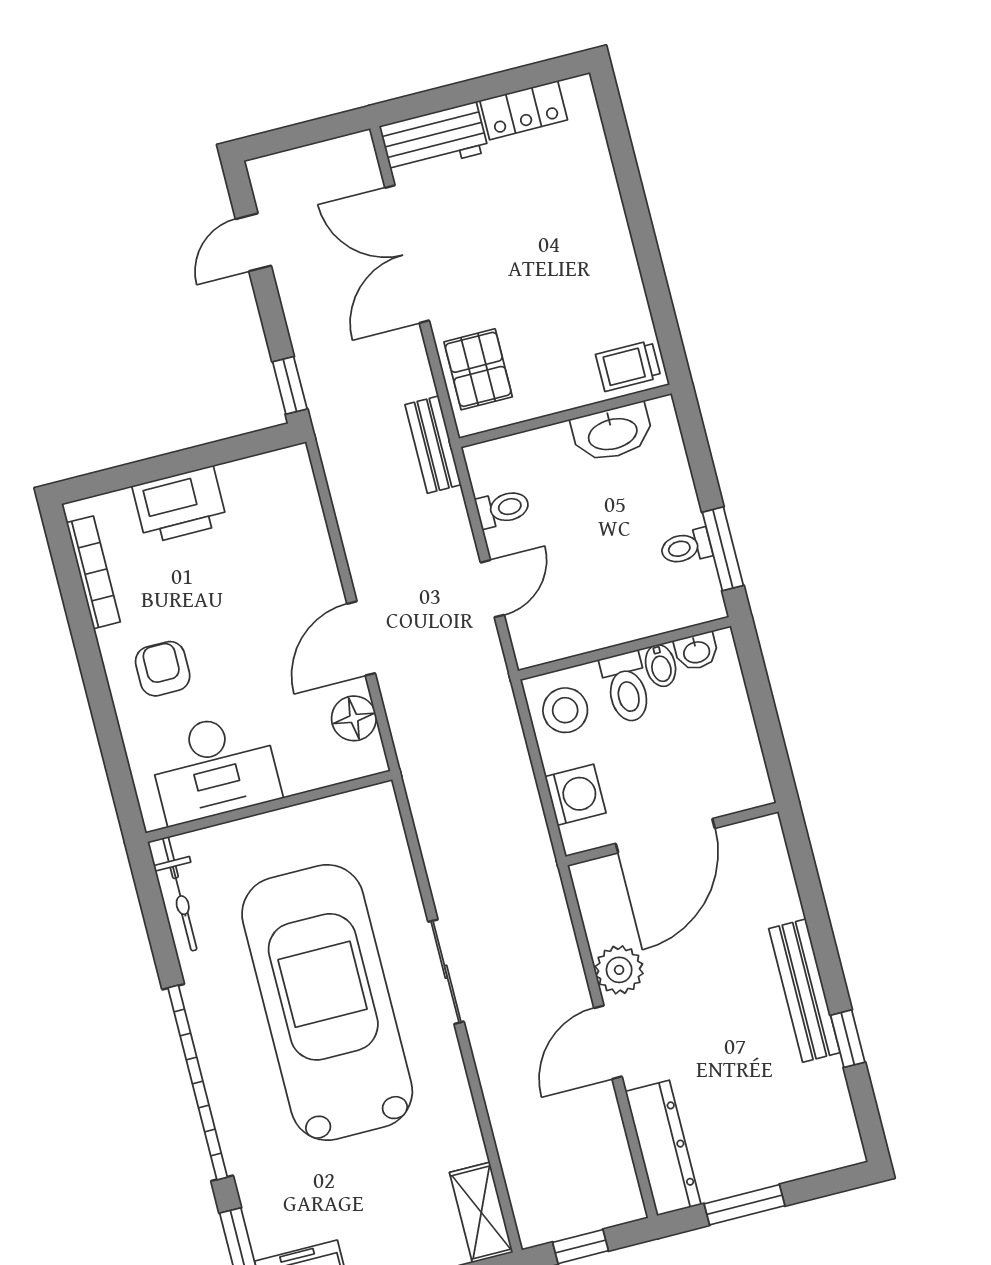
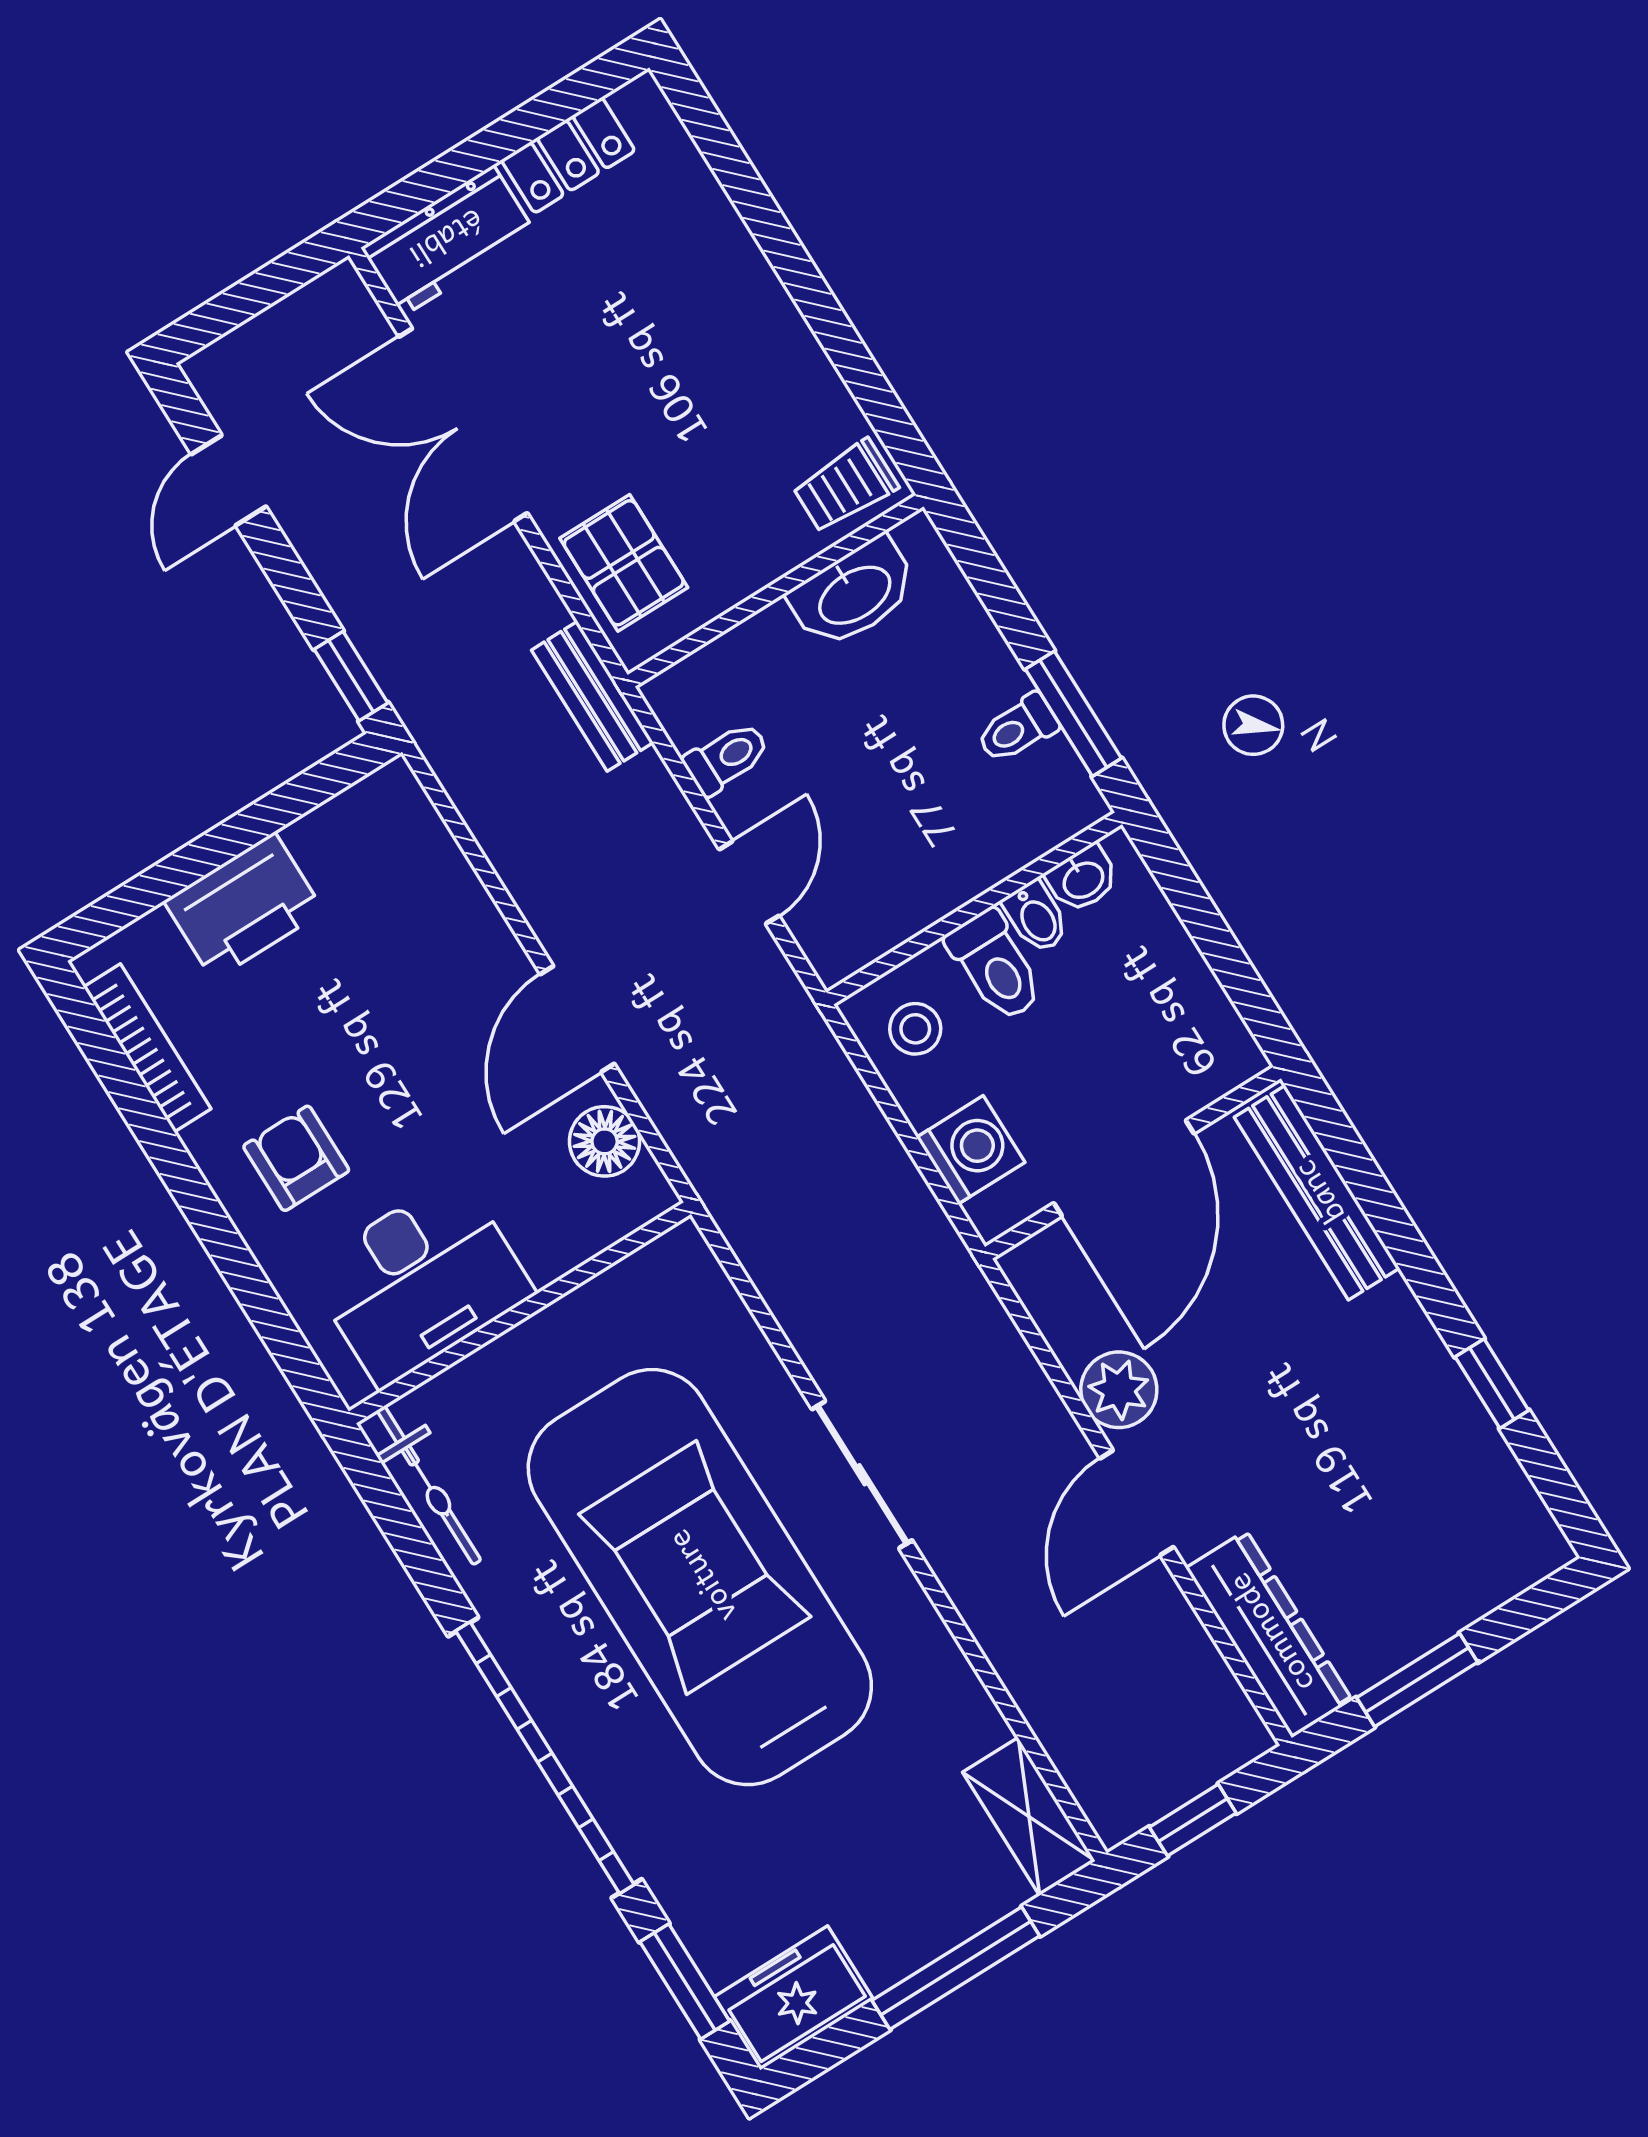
stool: (565, 710) -> (915, 1029), width x0.73, depth x0.73
bench: (804, 991) -> (1317, 1193), moved

